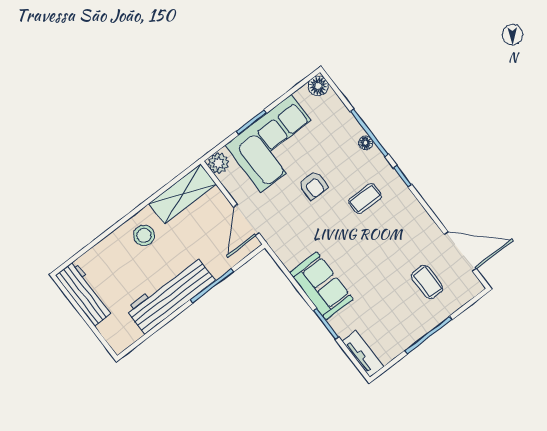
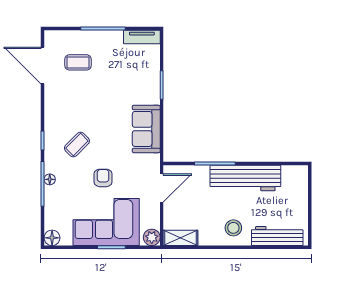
shelving: (183, 194) -> (180, 238), width x0.67, depth x0.75
coffee table: (365, 199) -> (77, 145), turned -45
coffee table: (427, 282) -> (78, 62), turned 90
sofa: (321, 286) -> (146, 129), moved
workbench: (85, 293) -> (277, 236), moved, turned 90
tv unit: (363, 354) -> (142, 37), moved, turned -90

